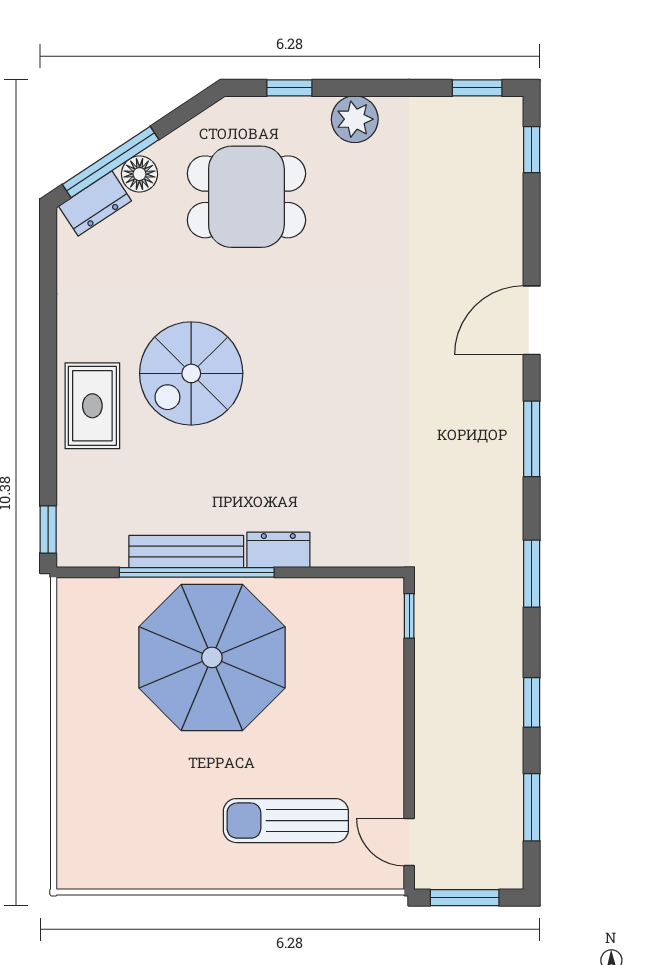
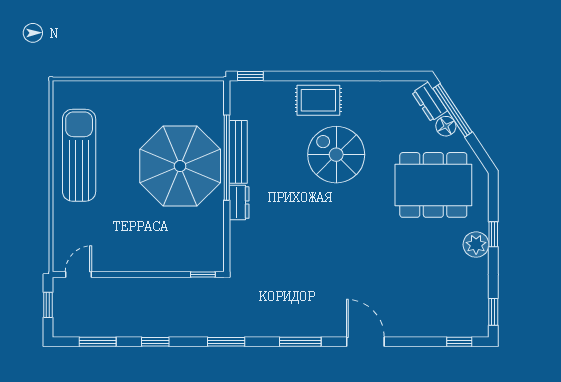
window: (289, 88) -> (493, 234), moved
dining table: (246, 197) -> (433, 185), width x1.38
sun lounger: (286, 821) -> (79, 155), moved, width x1.36, depth x1.34
window: (465, 898) -> (48, 305), width x0.67

